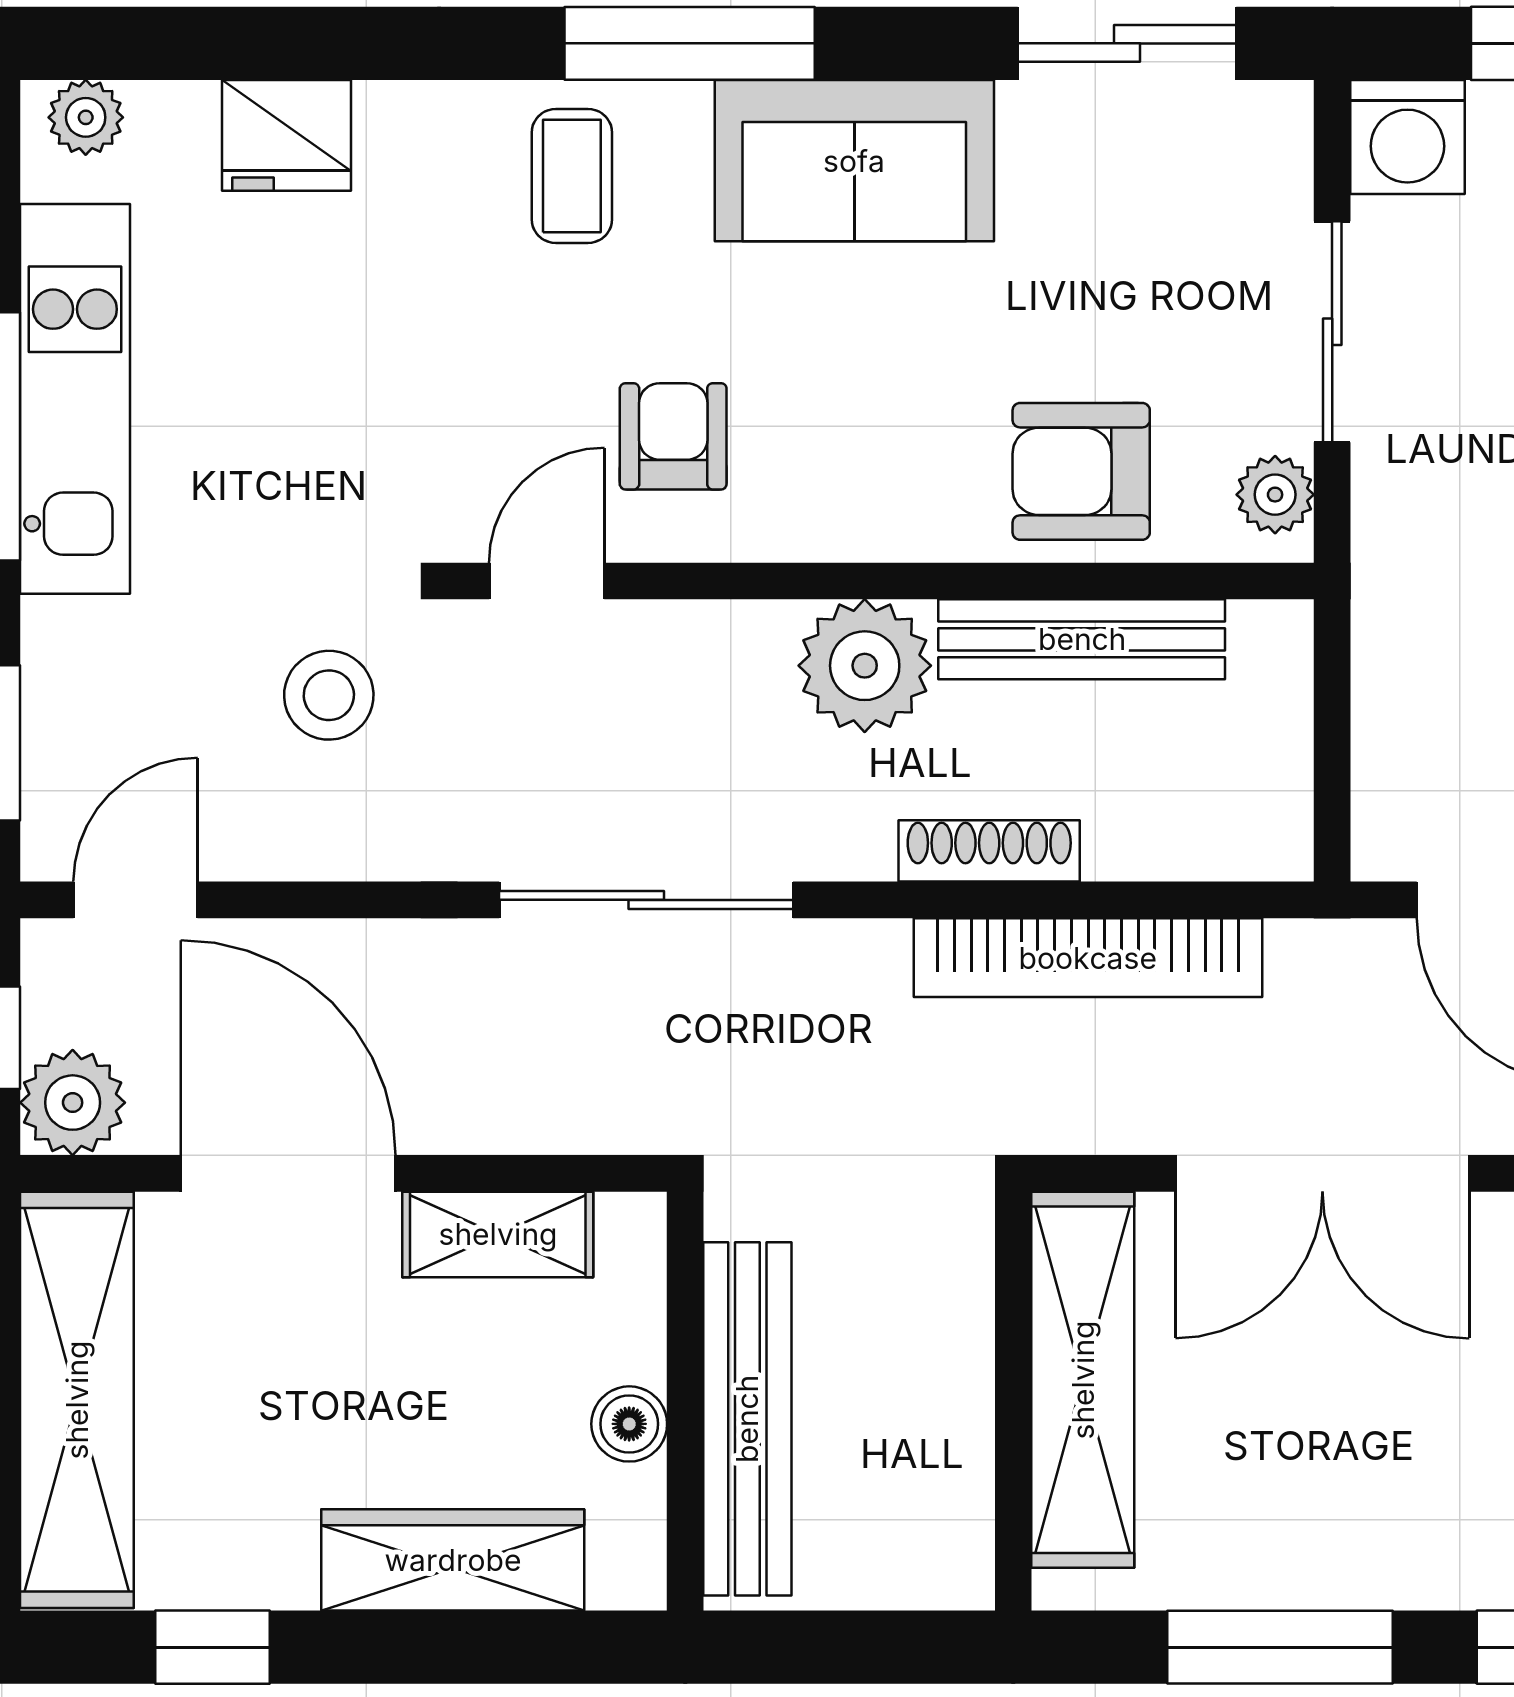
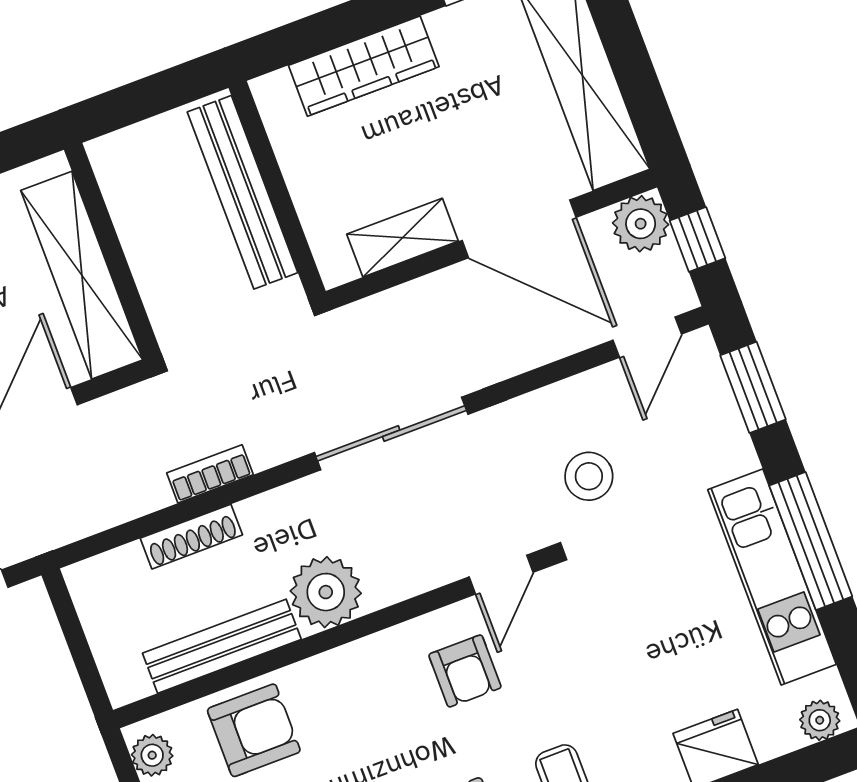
shoe rack: (989, 851) -> (191, 537), moved
bookcase: (1088, 958) -> (210, 474), width x0.43, depth x0.76
boiler: (629, 1424) -> (301, 167), removed

